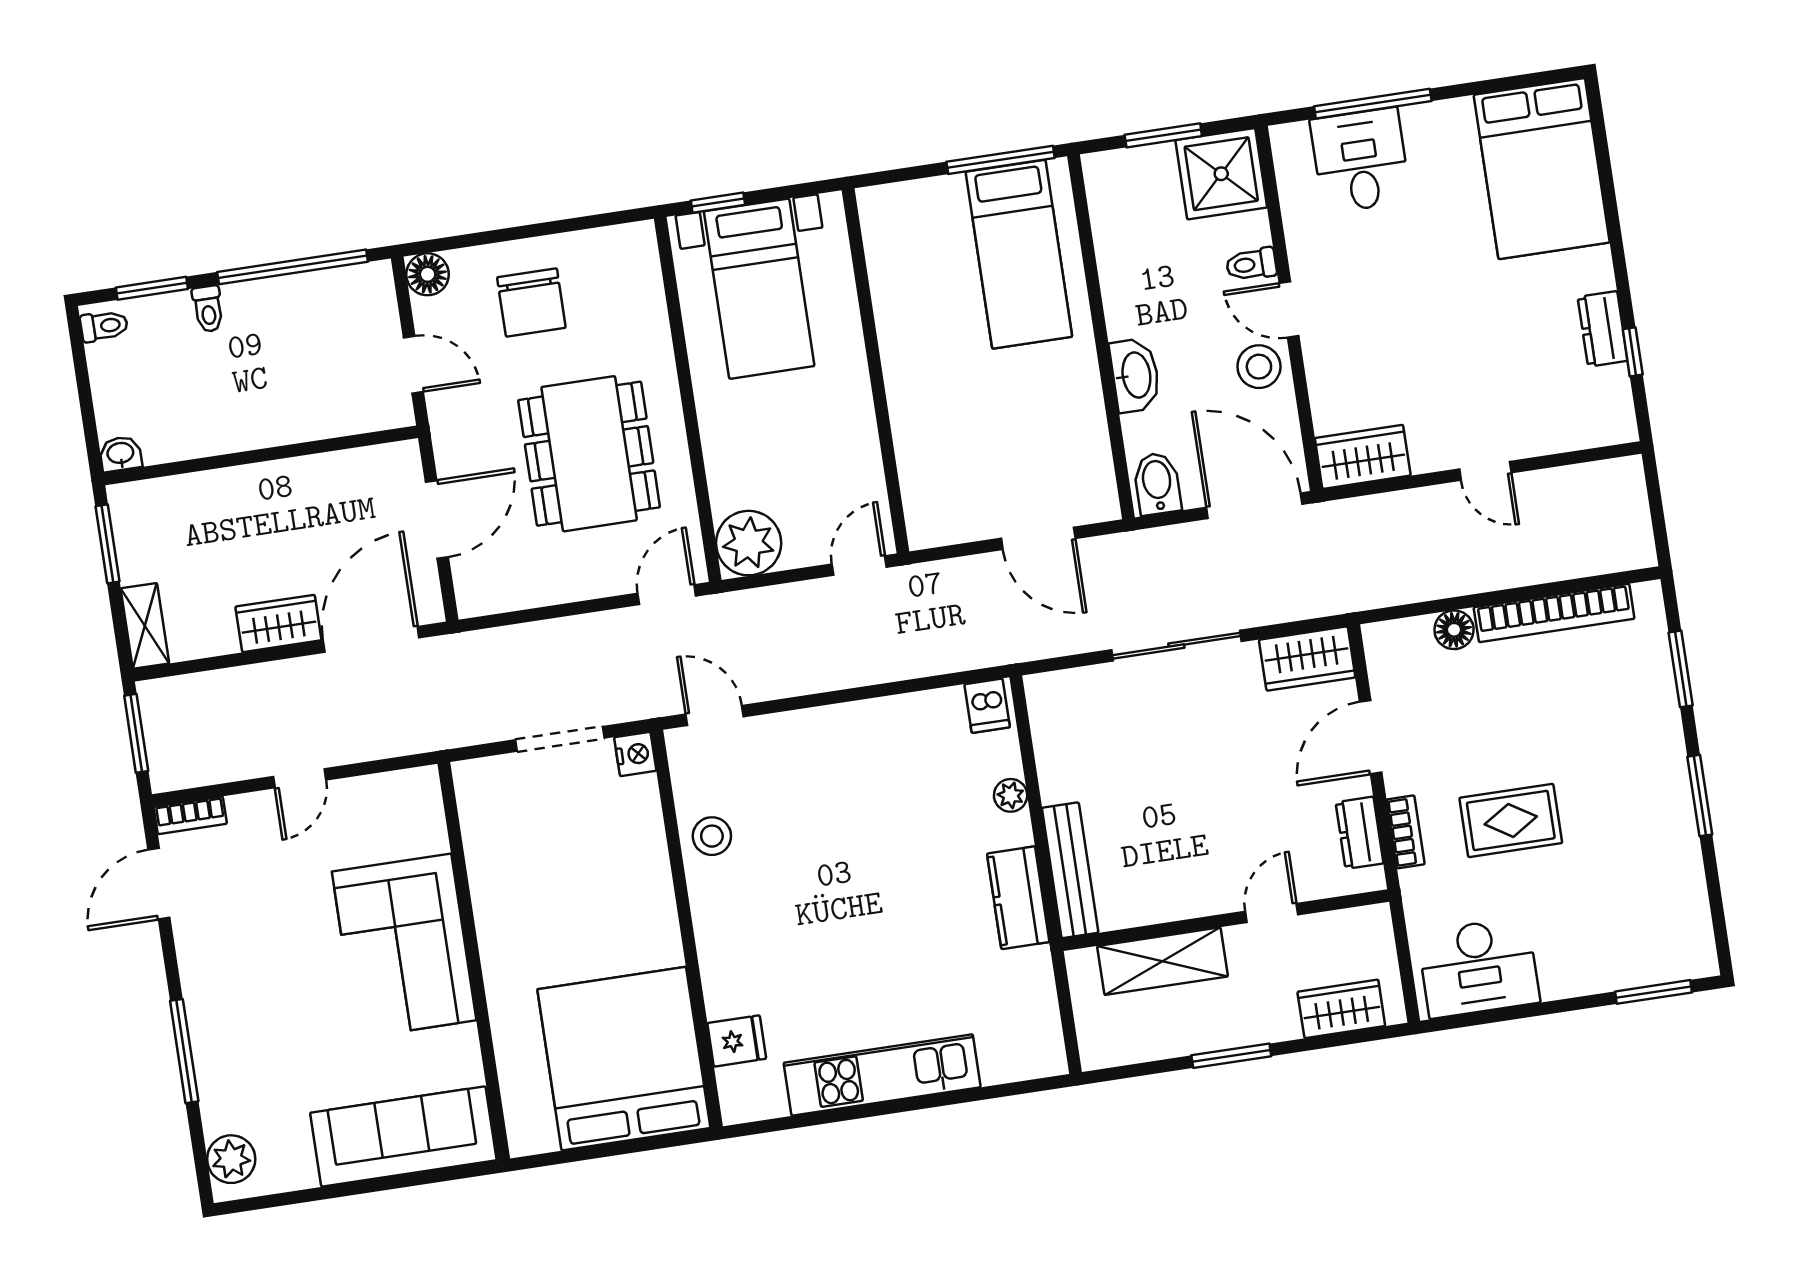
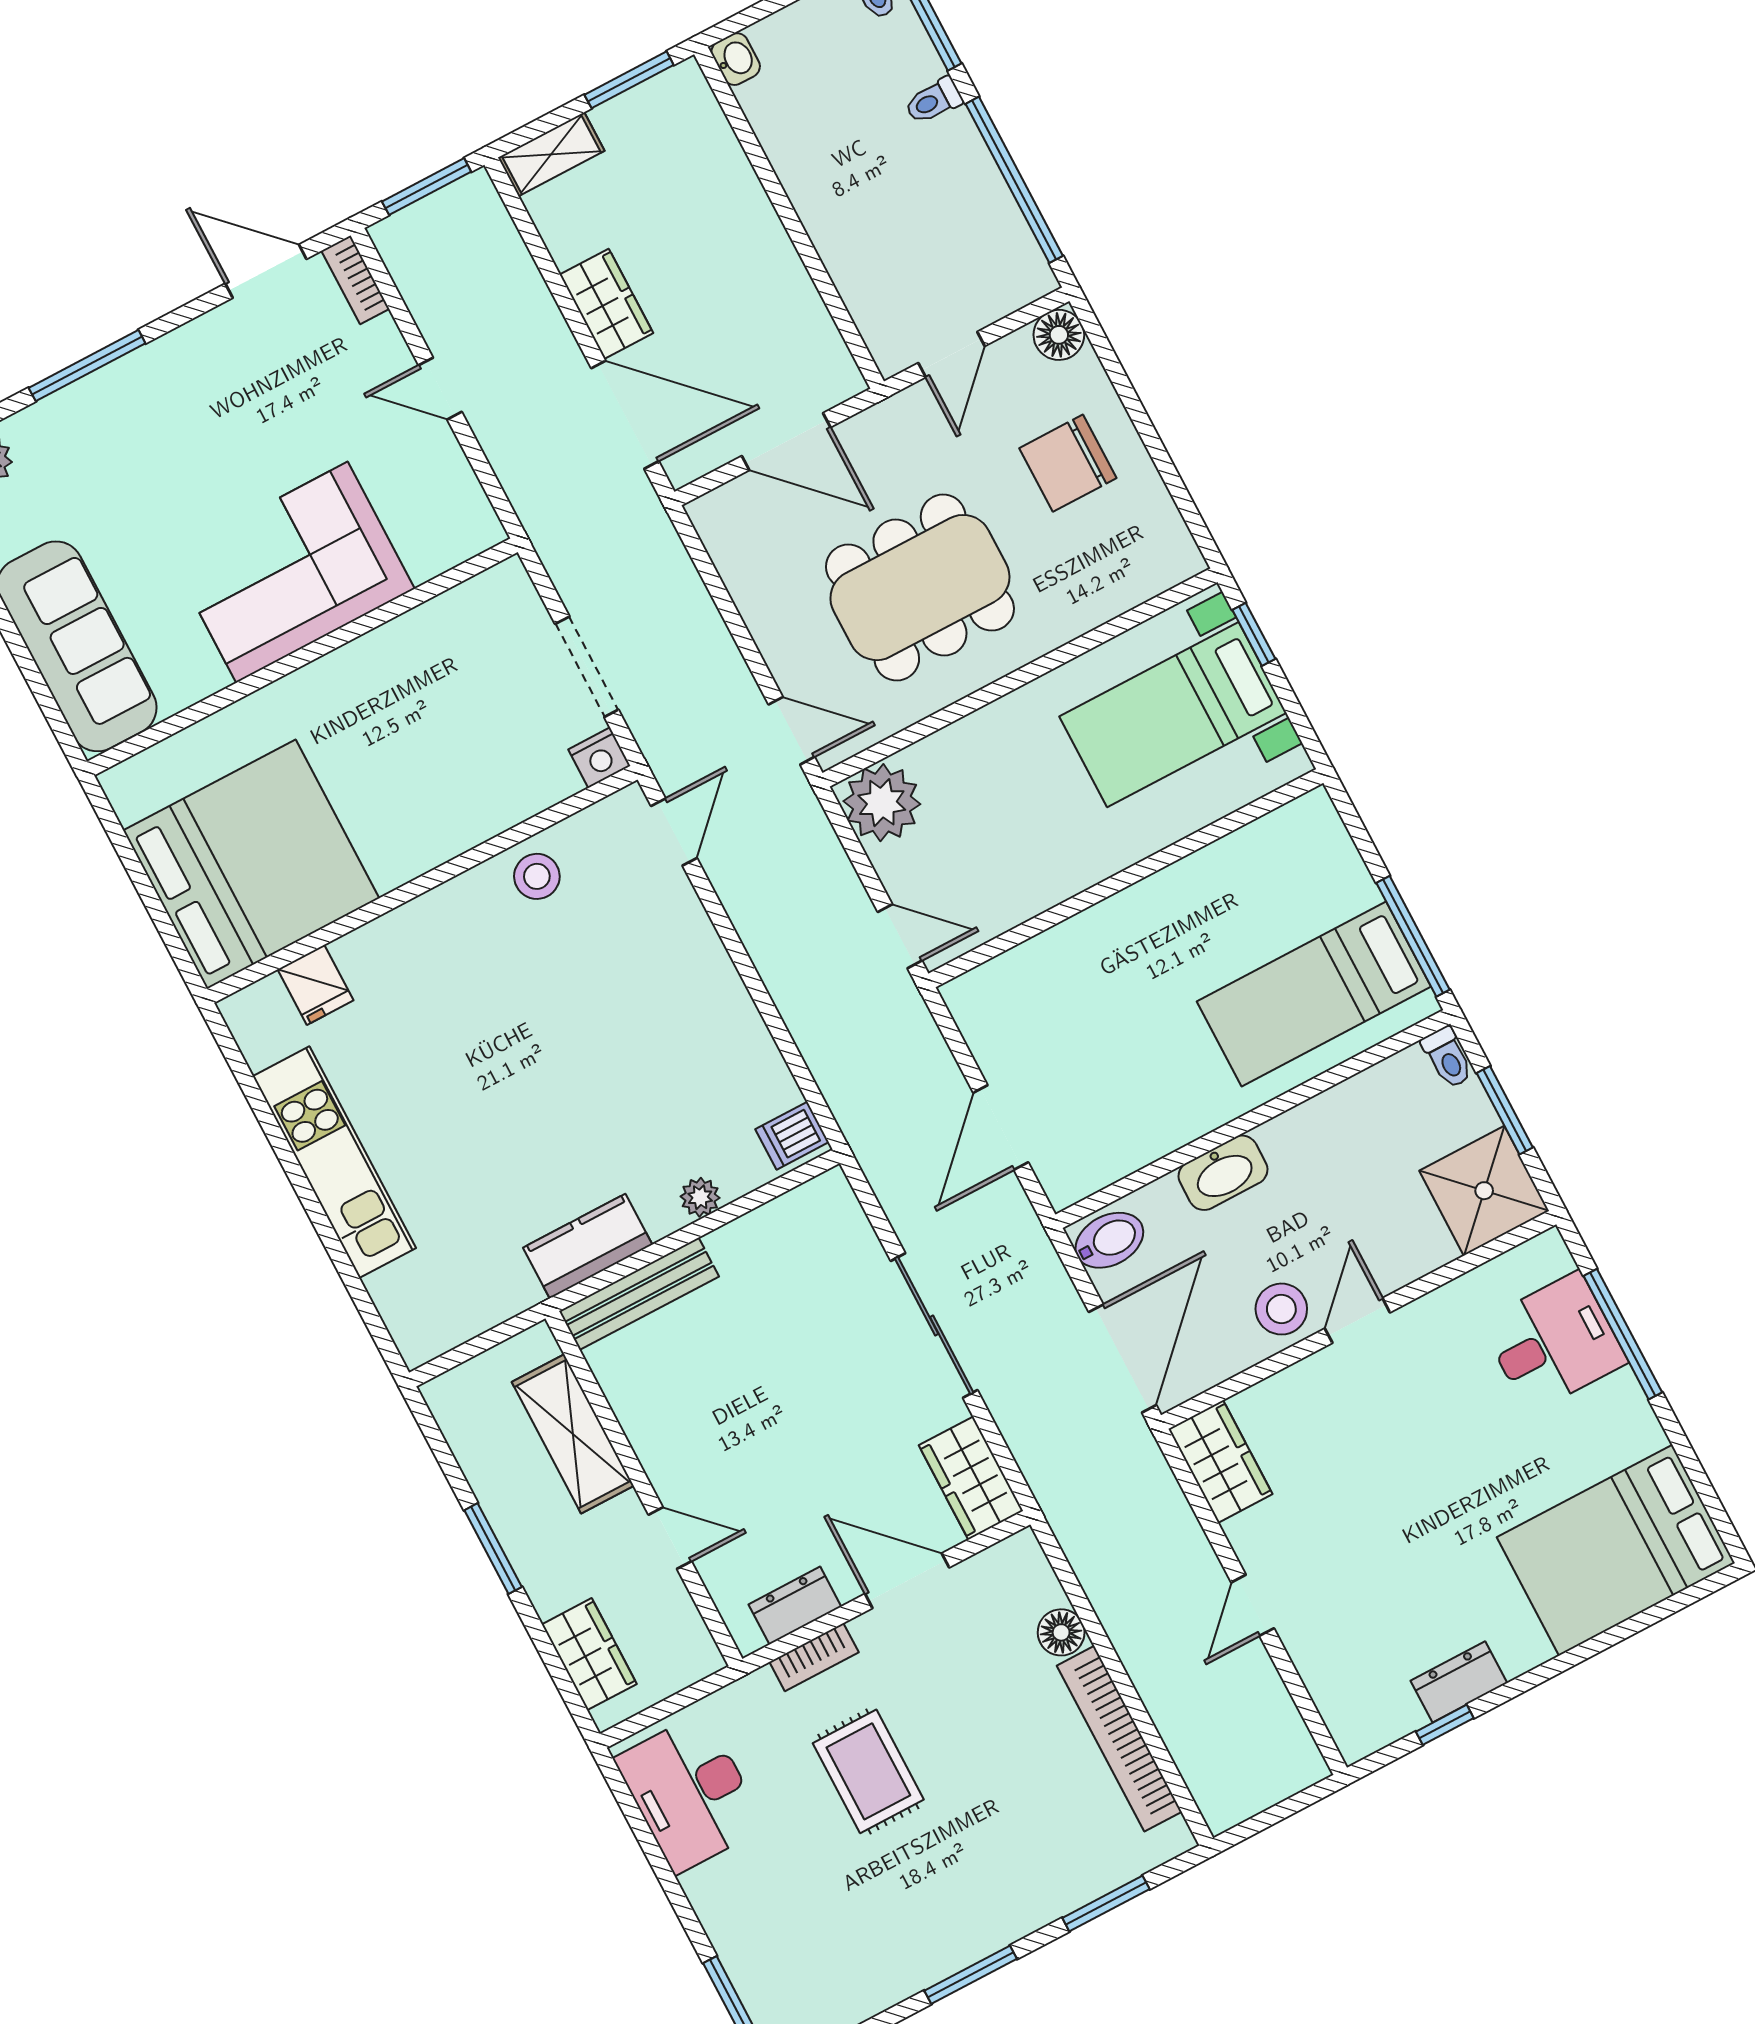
toilet: (1251, 264) -> (1448, 1058), moved, turned 180

